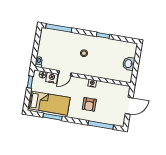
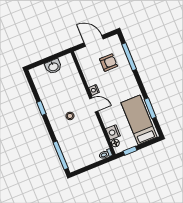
door: (65, 73) -> (94, 105), moved
armchair: (89, 104) -> (109, 63), moved

